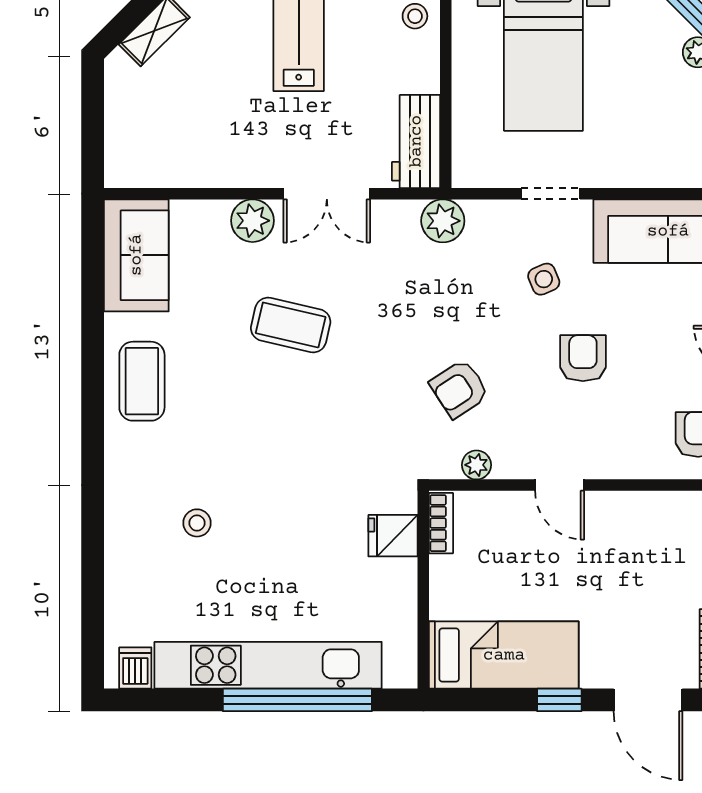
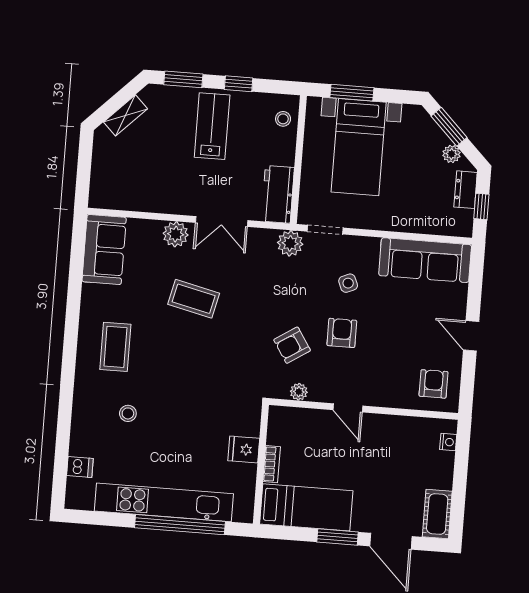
doorway: (551, 194) -> (325, 230), moved
armchair: (583, 358) -> (342, 333), moved
coffee table: (142, 381) -> (115, 347), moved
bookcase: (441, 523) -> (272, 464), moved
fridge: (393, 536) -> (244, 450), moved
dishwasher: (135, 668) -> (80, 467), moved, turned 90
window: (559, 700) -> (337, 537), width x1.50

